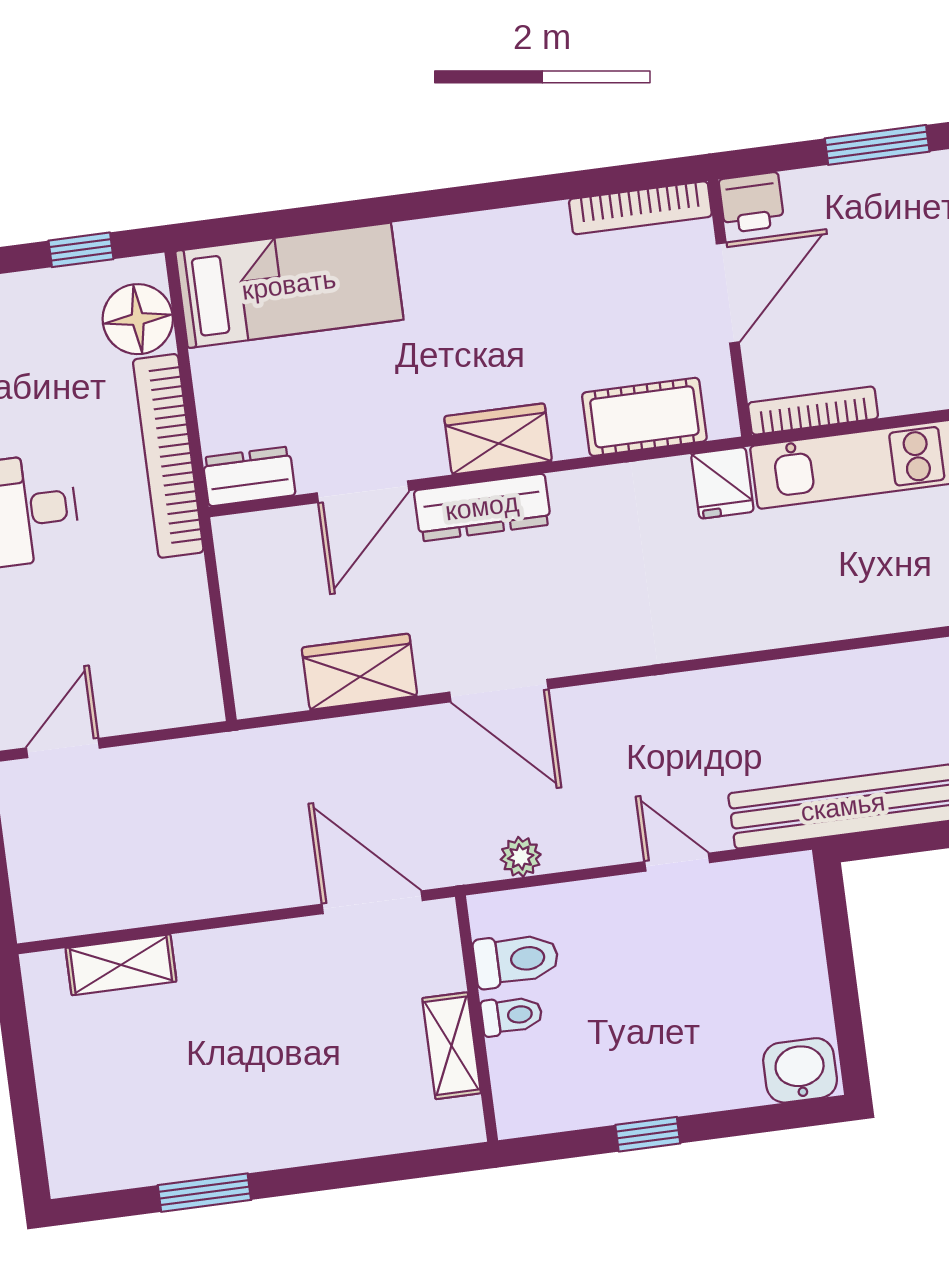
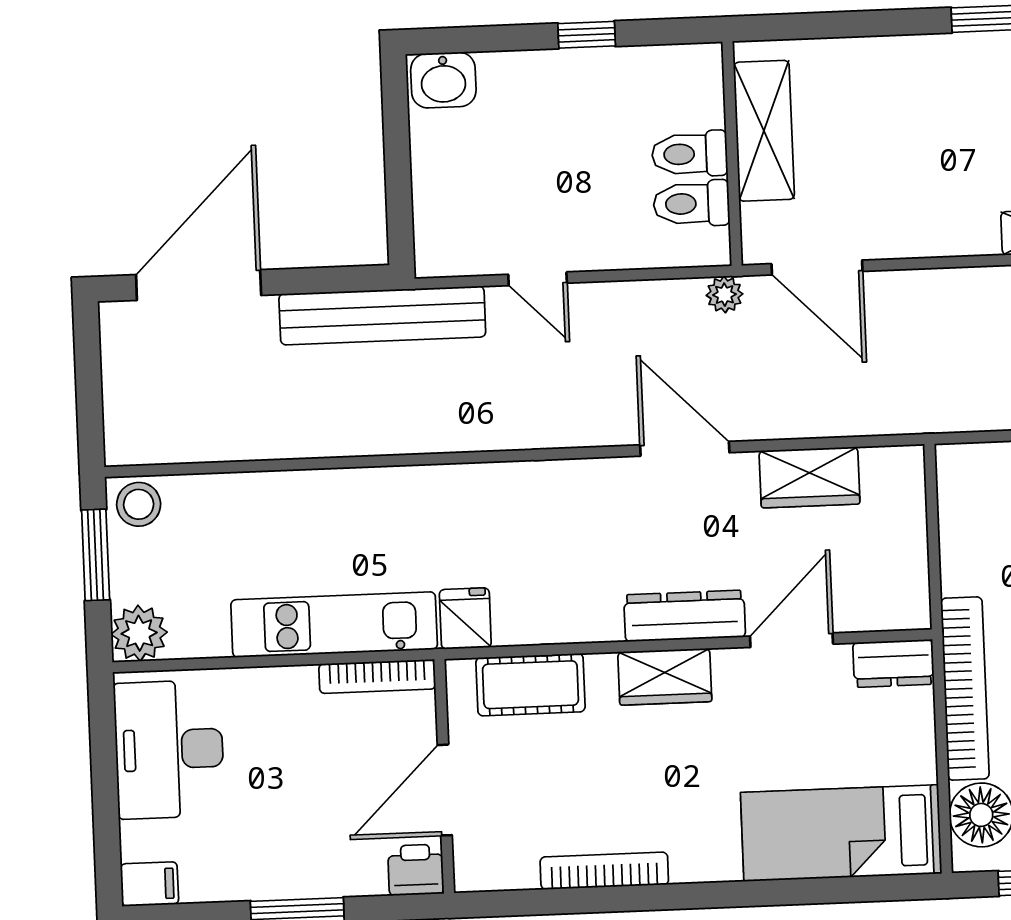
bookcase: (640, 208) -> (604, 871), moved
plant: (521, 857) -> (725, 295), moved
toilet: (512, 1015) -> (690, 154), width x1.37, depth x1.39
shelving: (452, 1046) -> (764, 131), width x1.50, depth x1.33

